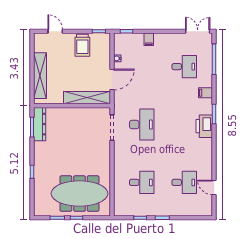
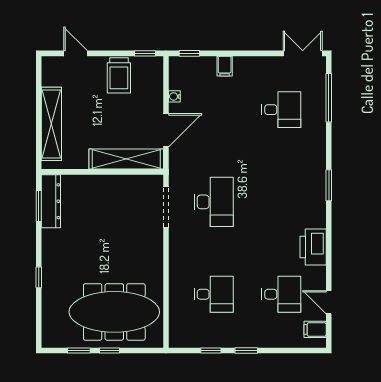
filing cabinet: (205, 93) -> (315, 329), moved
printer: (204, 126) -> (313, 247), moved

